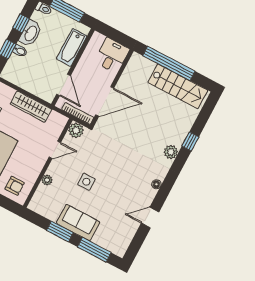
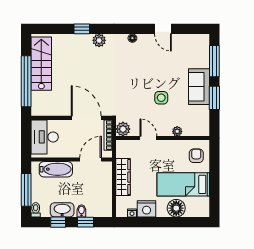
desk: (112, 55) -> (45, 137), width x1.37

